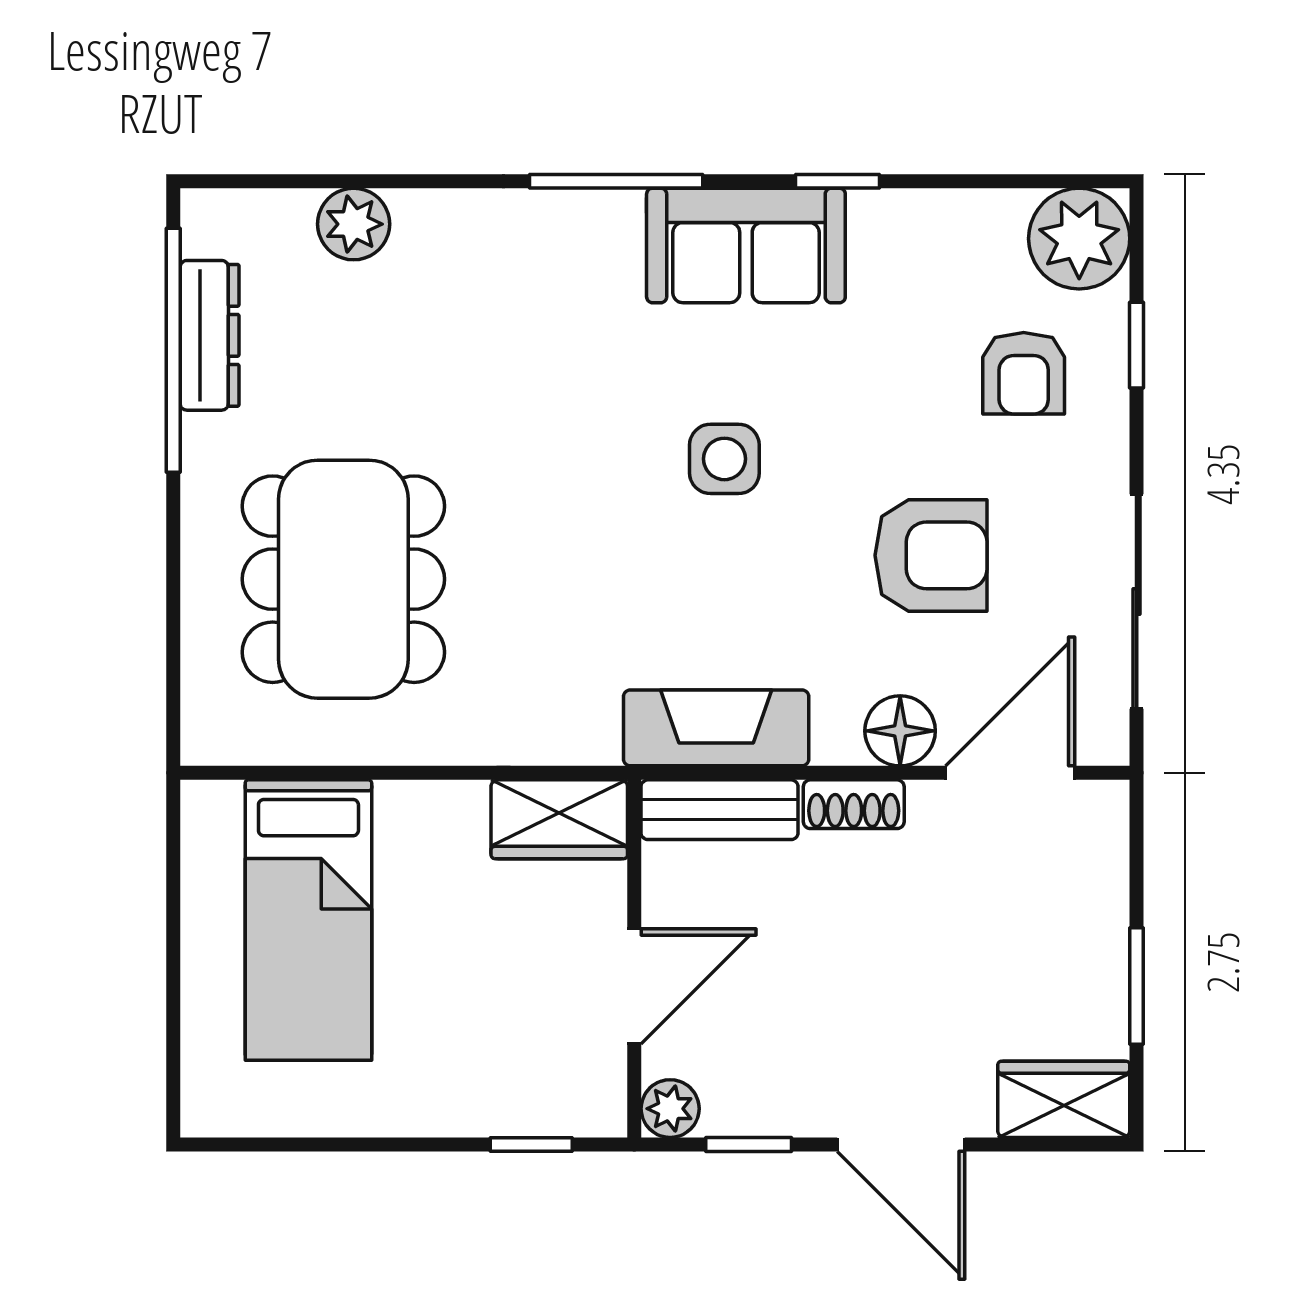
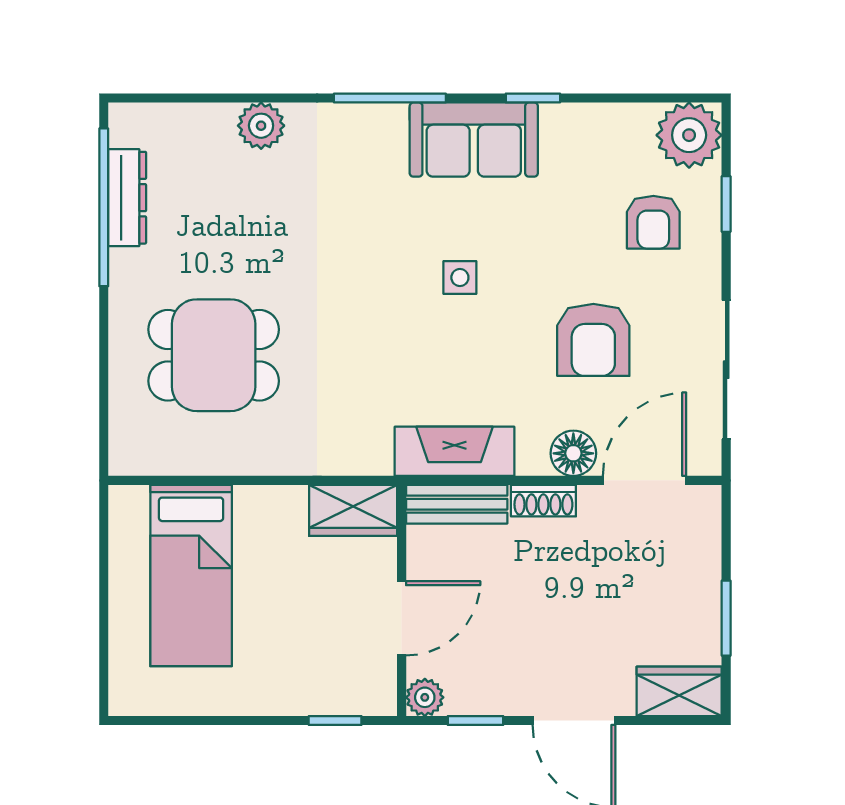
plant: (354, 224) -> (261, 126), moved
side table: (724, 459) -> (460, 278), width x0.73, depth x0.73
armchair: (931, 555) -> (593, 340), turned 90
dining table: (343, 579) -> (214, 355), width x0.73

